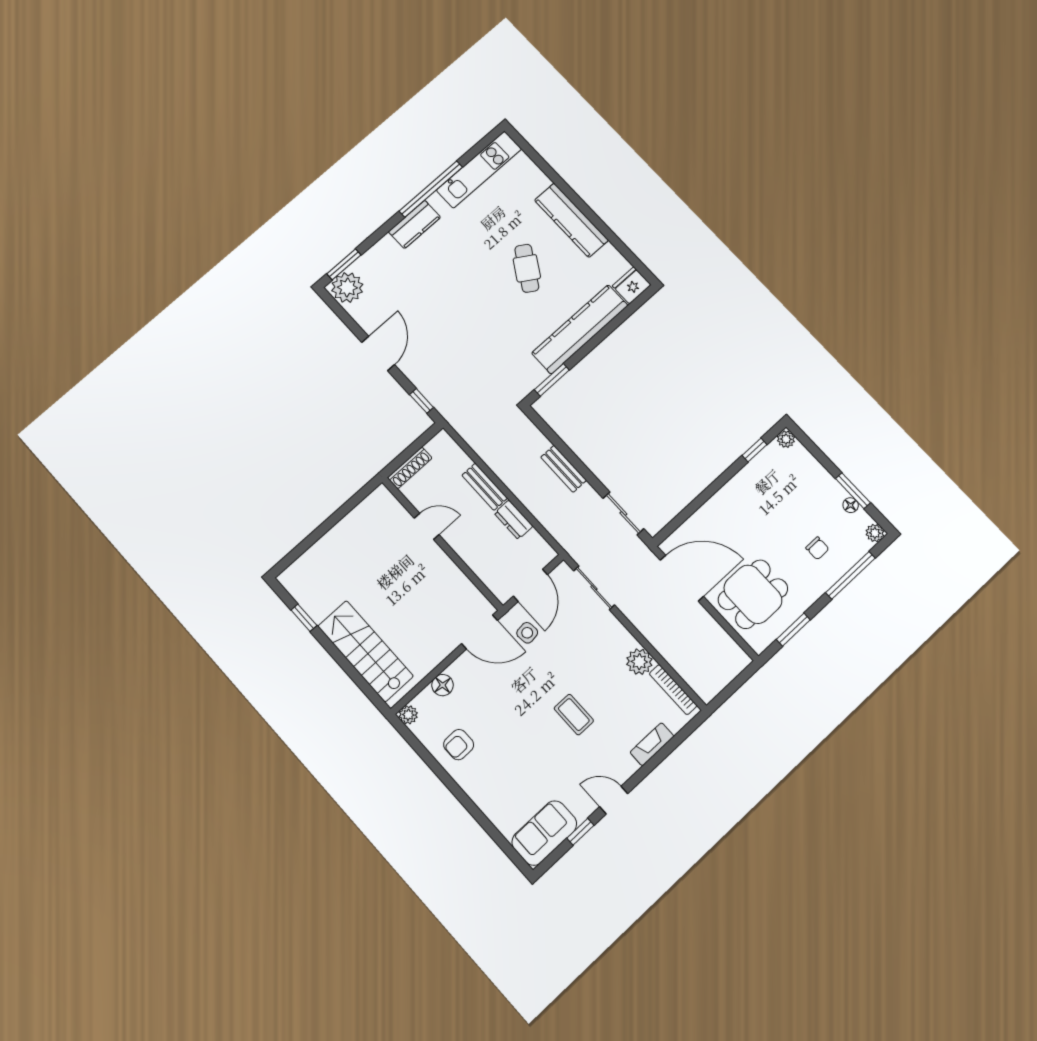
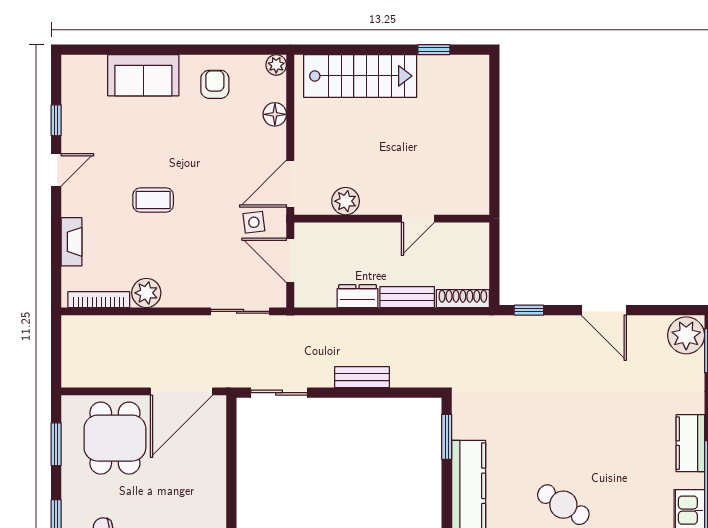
shoe rack: (410, 468) -> (463, 299), moved, turned 90
plant: (458, 585) -> (346, 201), added
sofa: (544, 833) -> (143, 75), moved, turned 90

